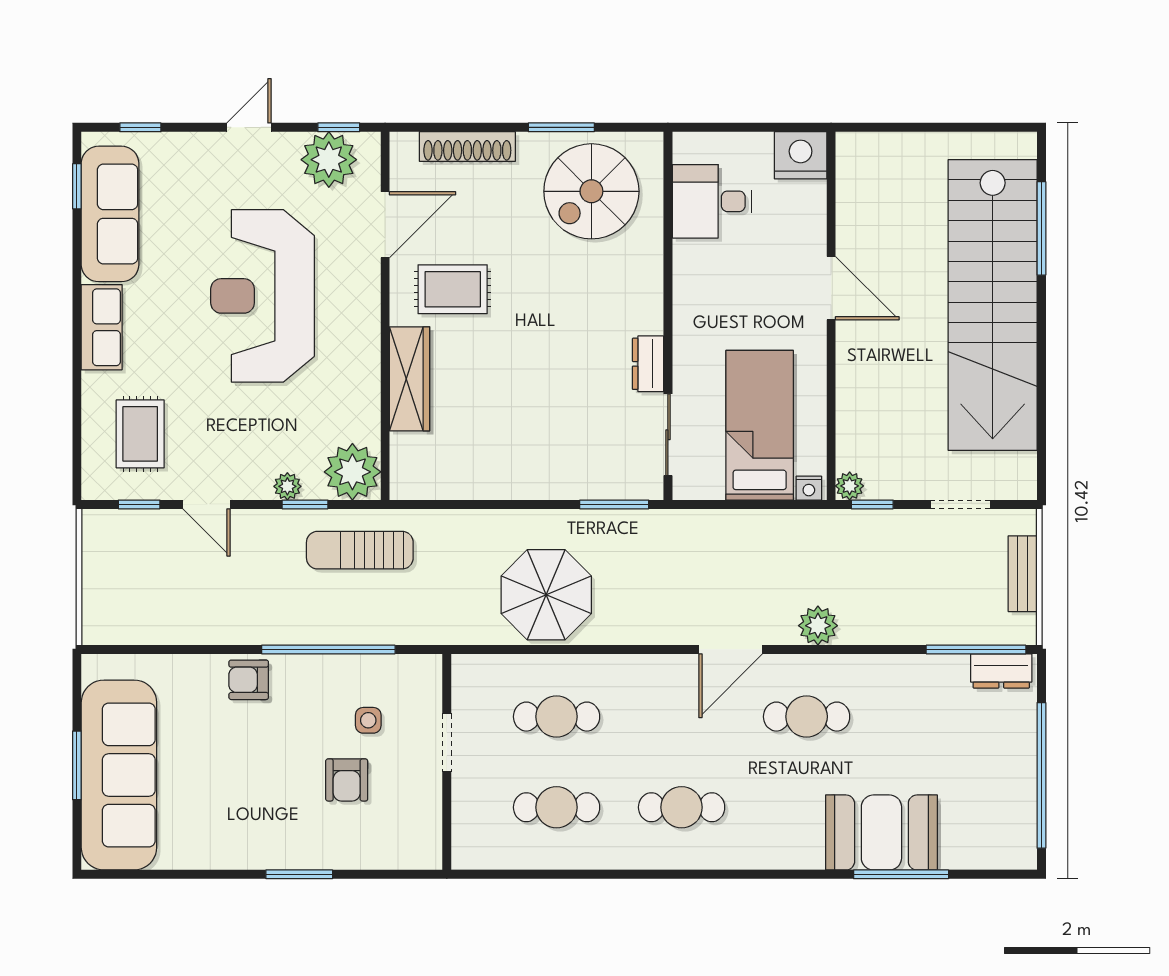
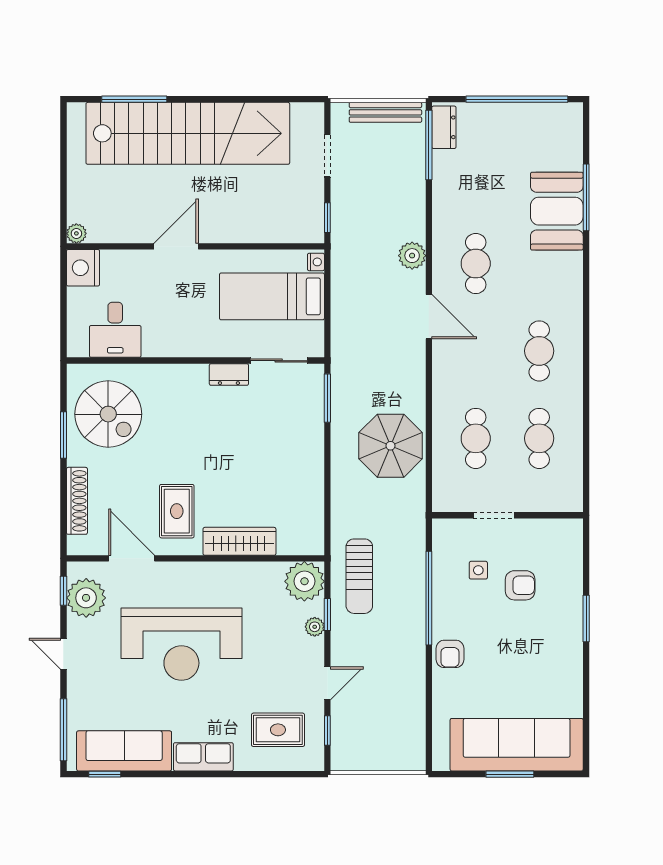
window: (140, 127) -> (63, 730), width x2.17
plant: (850, 486) -> (76, 233), moved
bench: (1023, 574) -> (385, 112), width x1.36

